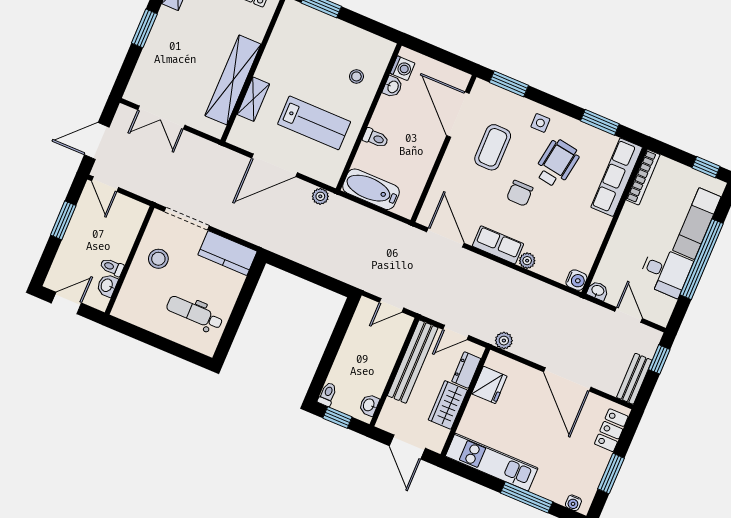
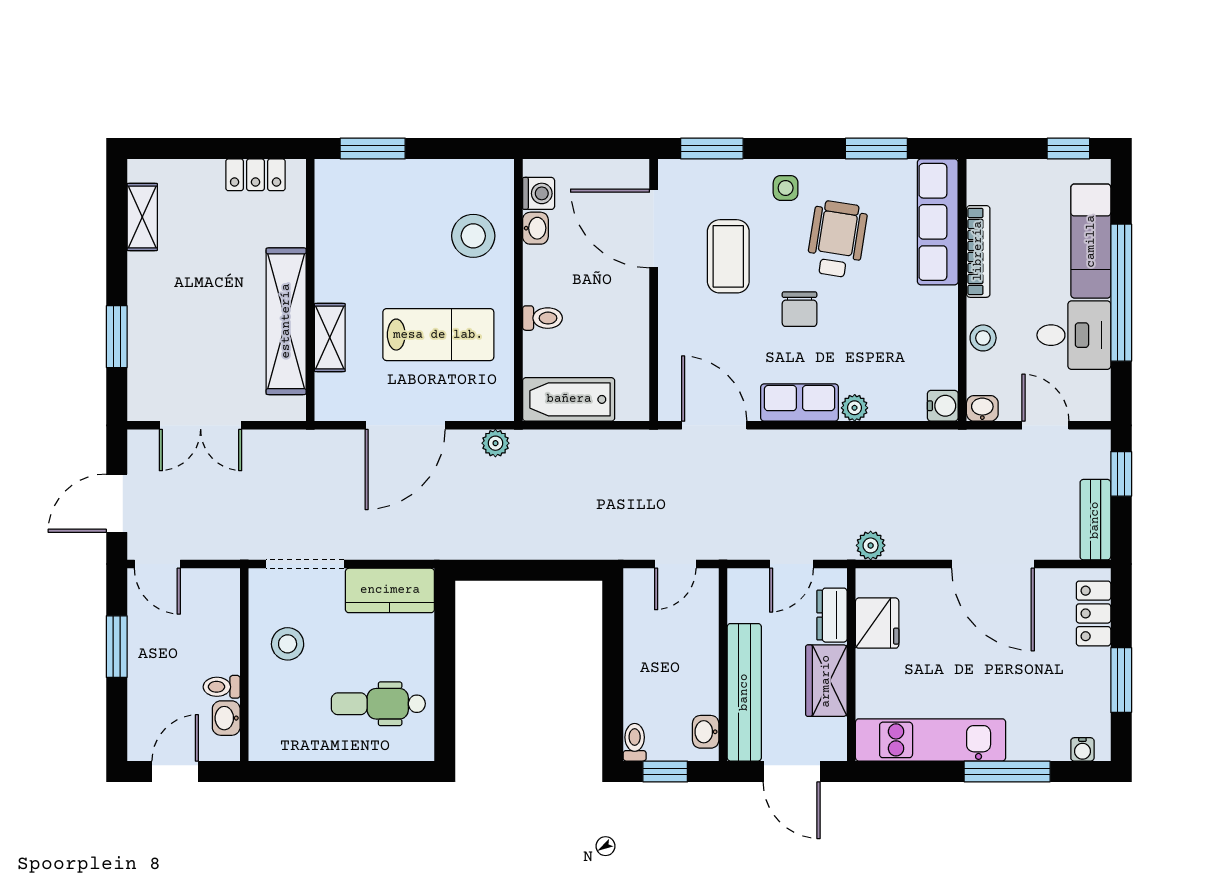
window: (144, 28) -> (117, 337), moved
stool: (356, 76) -> (473, 236), width x1.89, depth x1.89
bookcase: (643, 177) -> (978, 251), moved
stool: (615, 252) -> (983, 338), added
bench: (413, 362) -> (744, 692), moved

